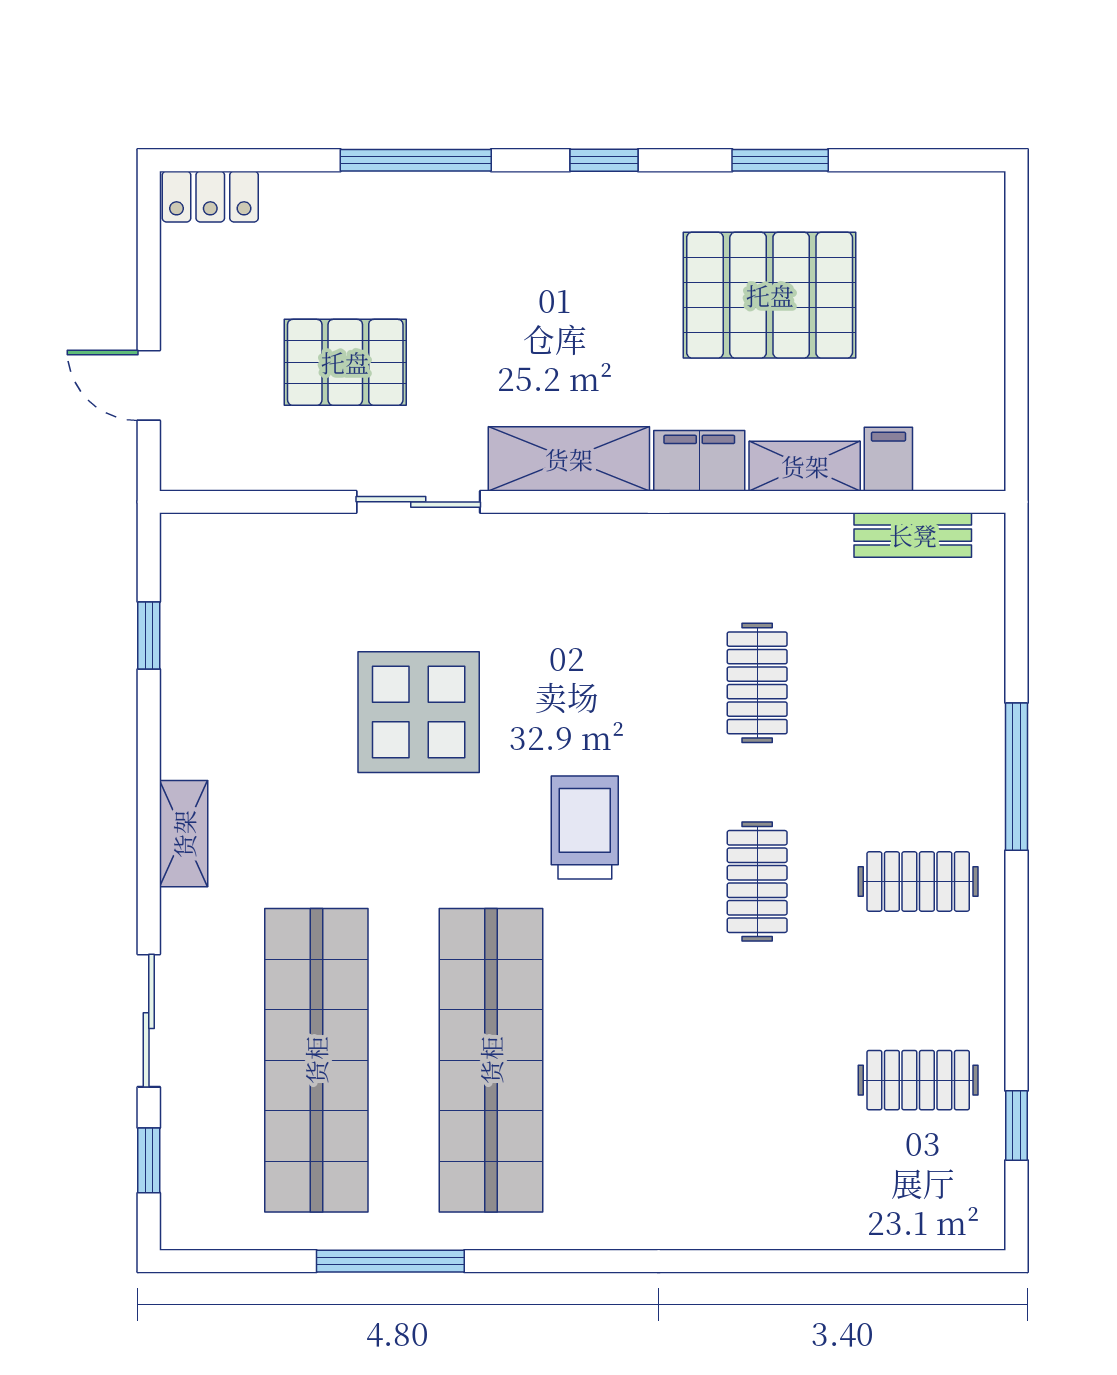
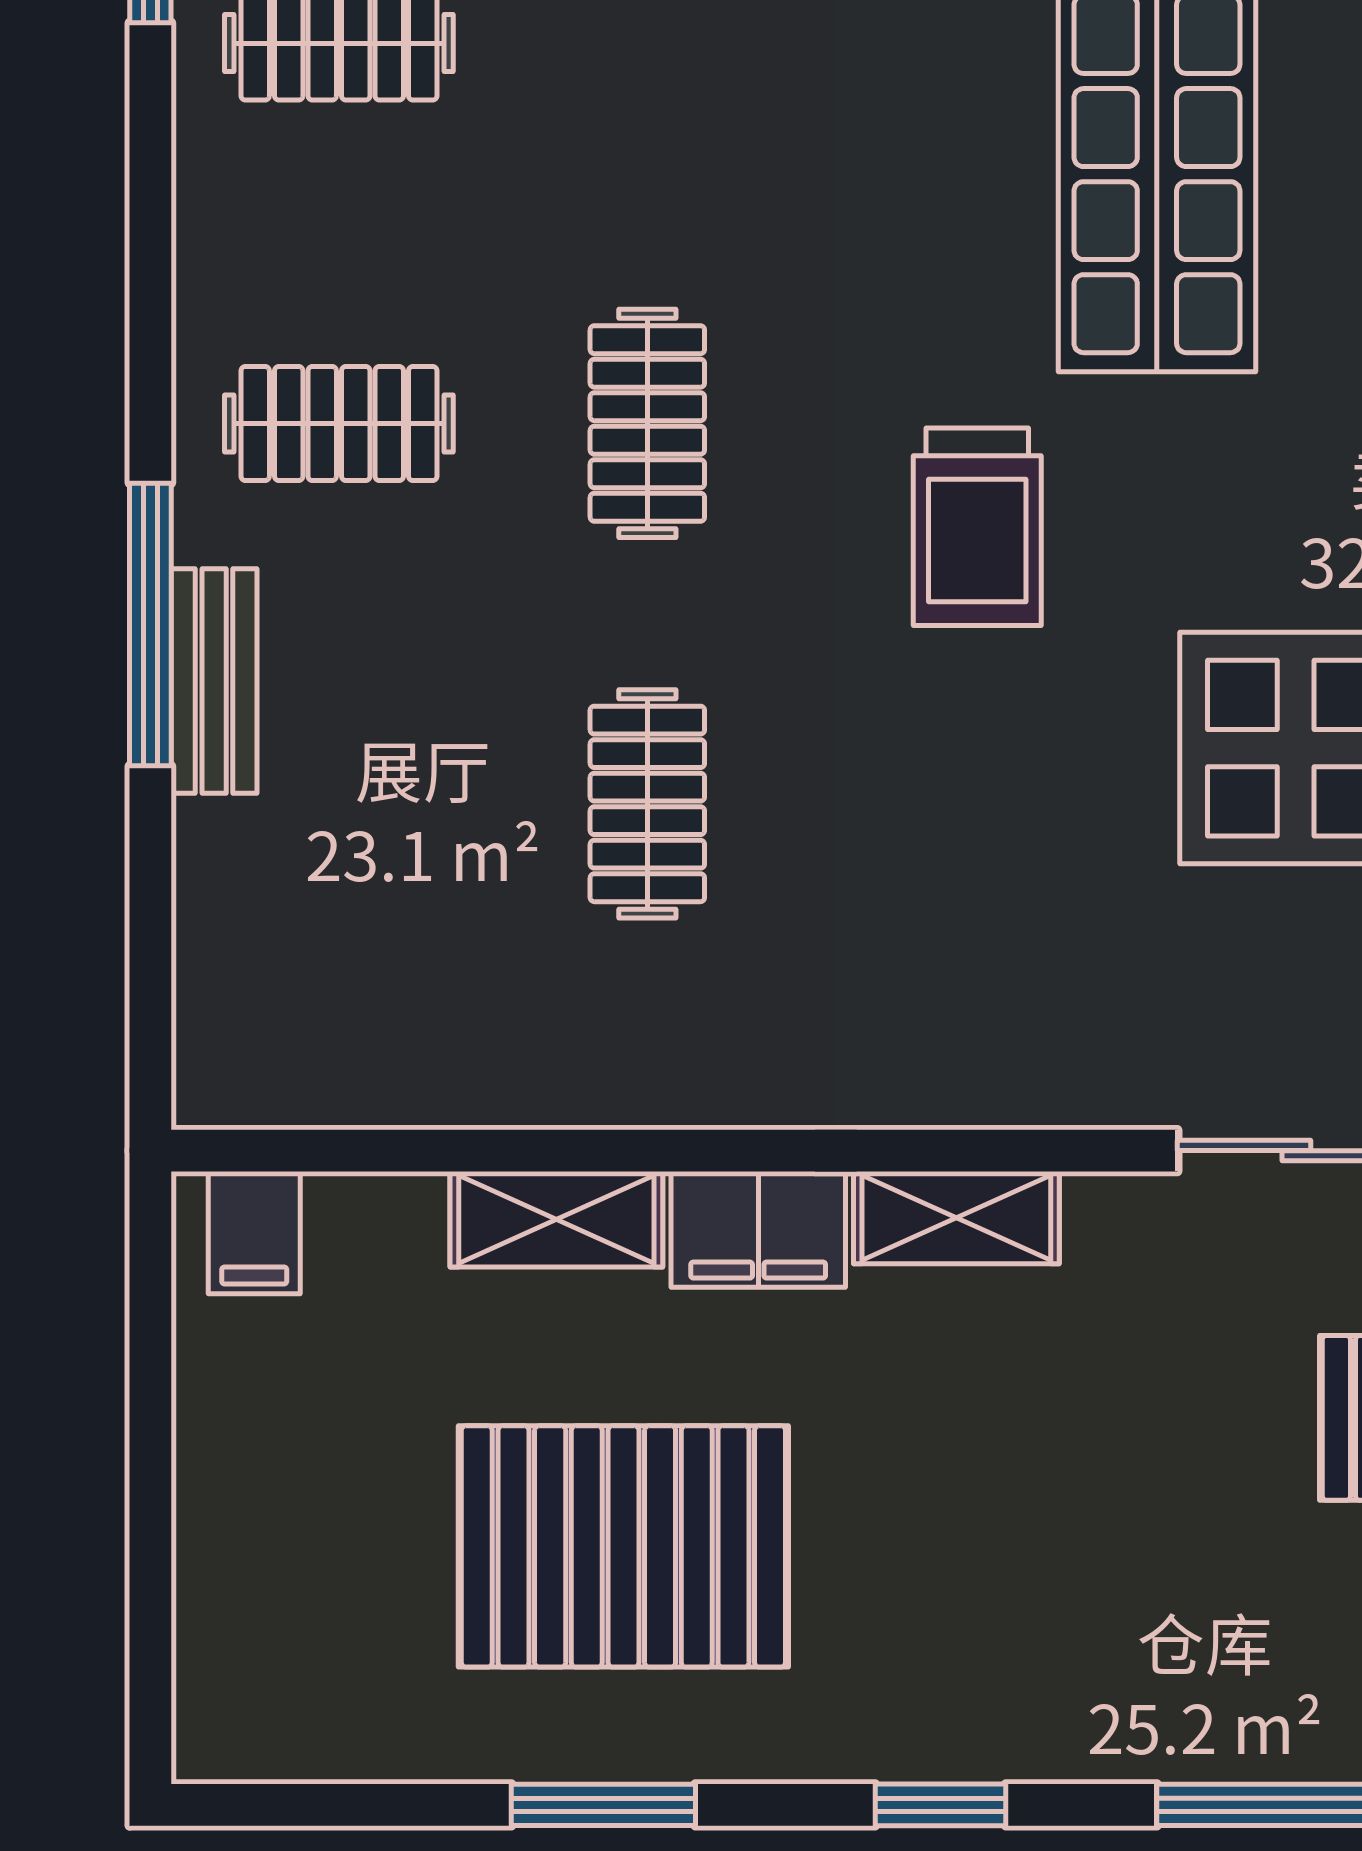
shelving: (569, 459) -> (956, 1218), width x0.67, depth x0.75
filing cabinet: (888, 459) -> (254, 1233), moved
bench: (913, 535) -> (214, 681), moved, turned 90

